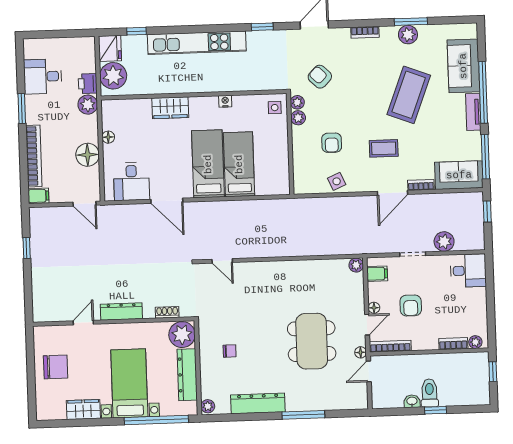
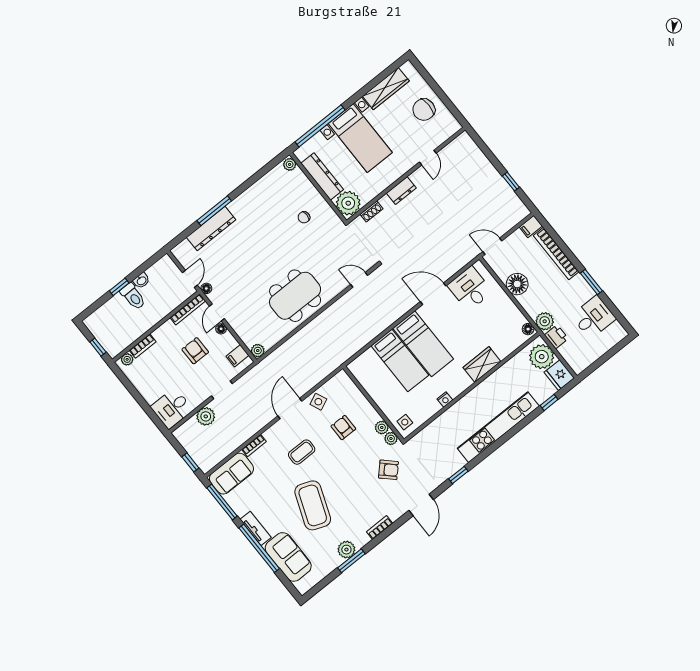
floor lamp: (108, 137) -> (528, 329), moved
door: (392, 193) -> (290, 408), moved
dresser: (121, 311) -> (401, 190), width x0.70
dining table: (312, 341) -> (295, 296), moved, turned 90
dresser: (258, 403) -> (211, 229), moved
wardrobe: (83, 409) -> (386, 89), width x1.50

